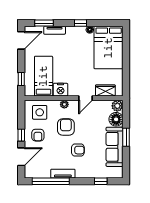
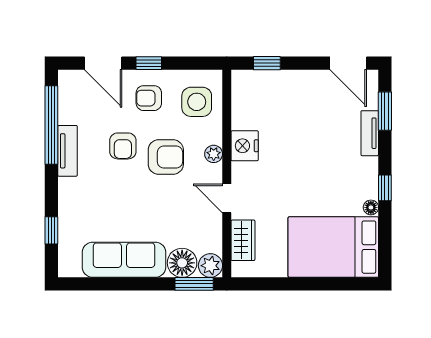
bed: (44, 76) -> (273, 110), removed
window: (126, 137) -> (194, 284), moved
armchair: (78, 150) -> (123, 146), moved

